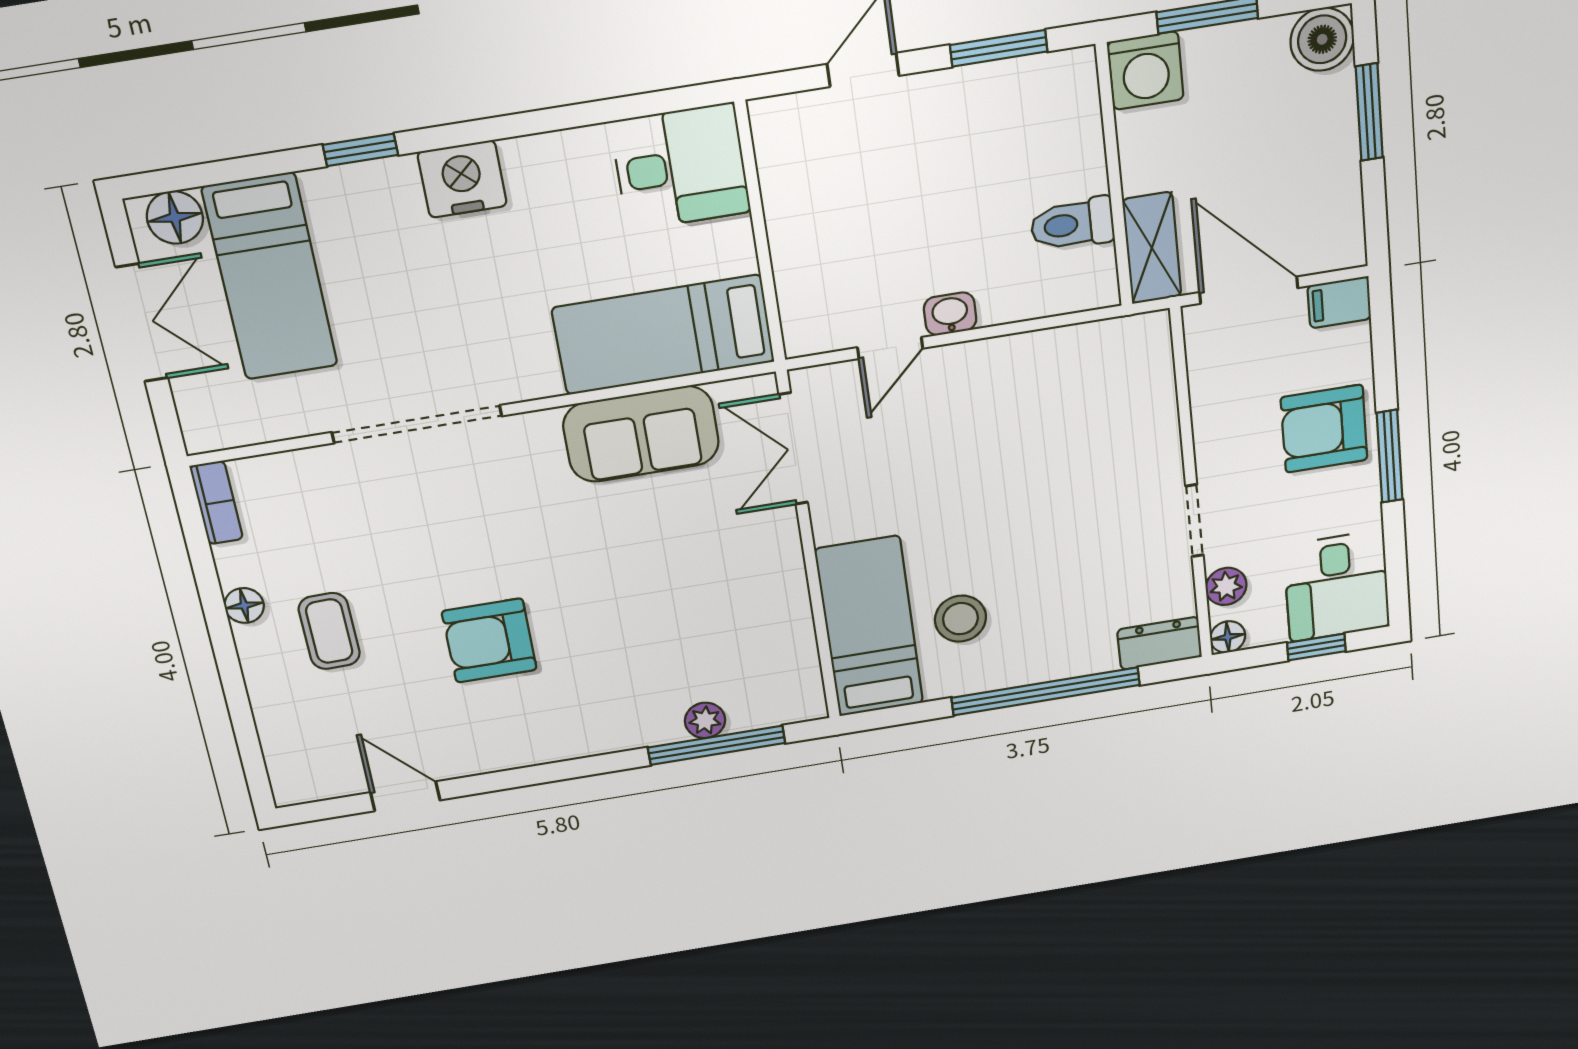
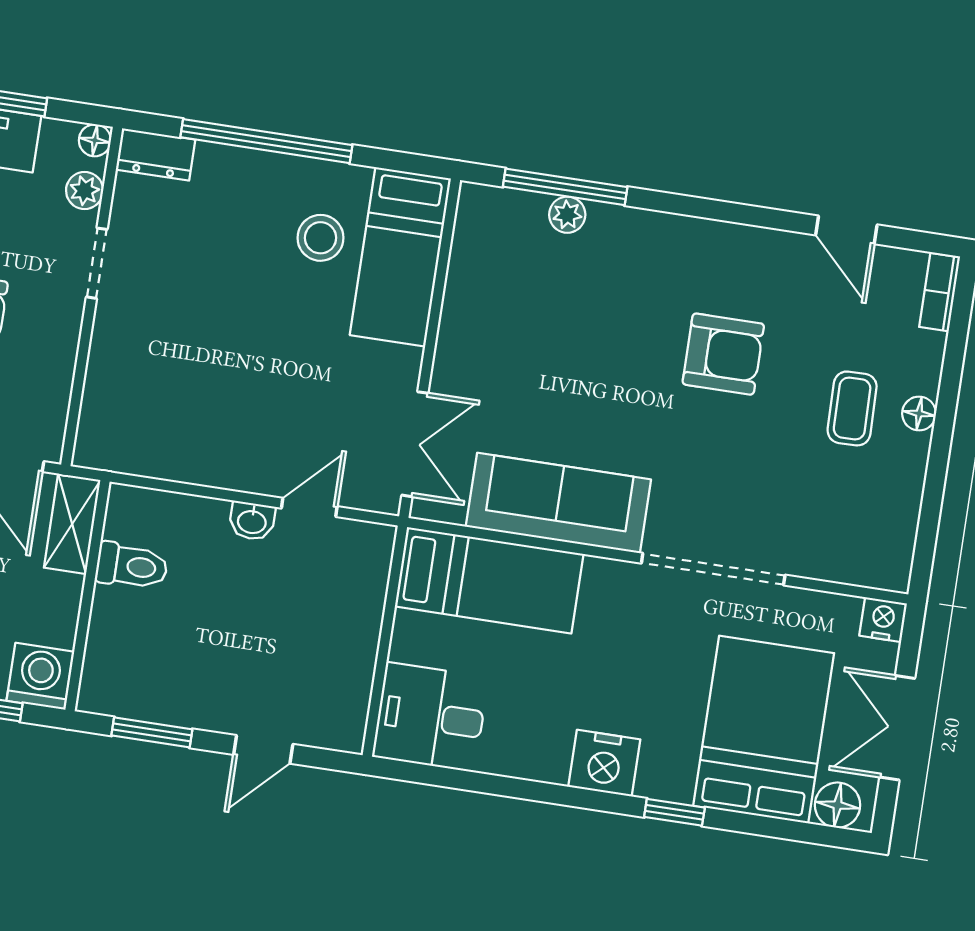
bed: (270, 277) -> (764, 730), width x1.50
nightstand: (206, 431) -> (883, 620), added
sofa: (641, 434) -> (558, 503), width x1.36
bookcase: (216, 503) -> (940, 292), moved
floor lamp: (244, 606) -> (919, 414), moved

